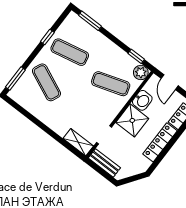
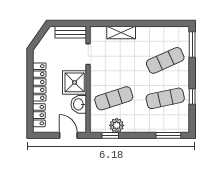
plant: (141, 73) -> (117, 125), moved
exercise mat: (46, 82) -> (165, 60), turned -48
shelving: (78, 142) -> (121, 33), moved

